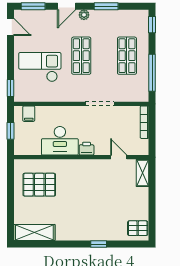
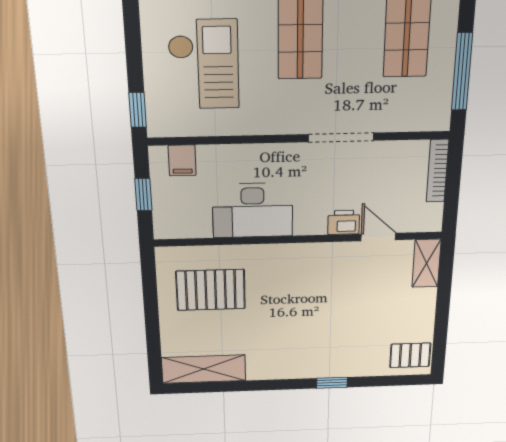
checkout: (40, 67) -> (204, 65), turned 90
printer: (87, 149) -> (344, 222), moved

